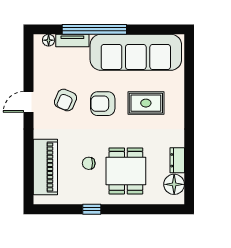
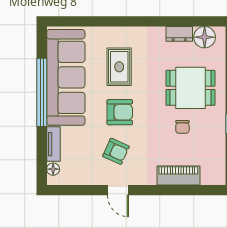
window: (94, 29) -> (42, 92), moved
armchair: (103, 104) -> (120, 112), turned -90
piano: (45, 167) -> (178, 176), width x0.73, depth x0.75

